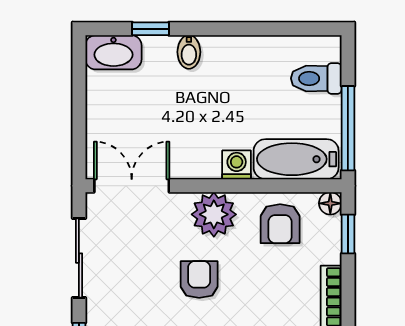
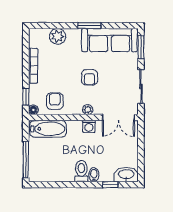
toilet: (316, 78) -> (81, 171), moved, turned -90
window: (348, 128) -> (26, 160), moved
washing machine: (237, 165) -> (89, 126), moved
plant: (214, 214) -> (88, 110), width x0.53, depth x0.53

